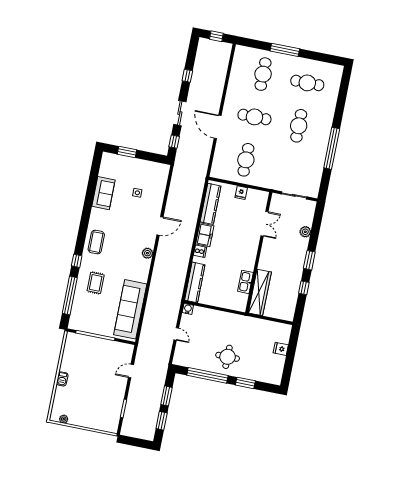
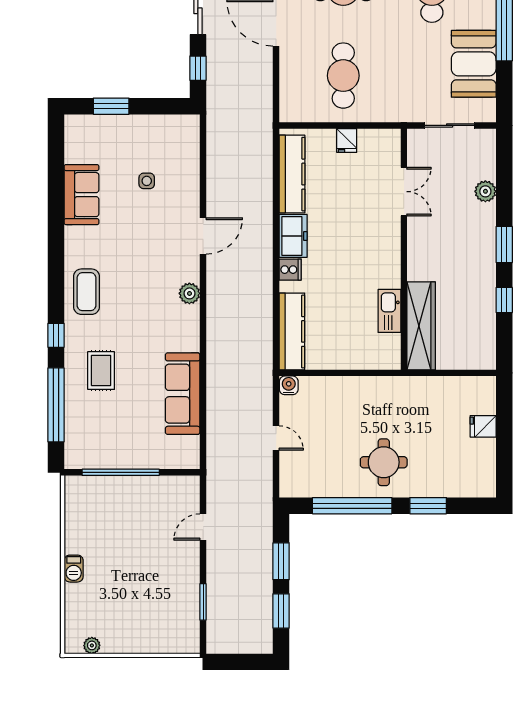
booth: (312, 167) -> (474, 64), added
sofa: (130, 309) -> (183, 394), width x0.74, depth x0.79

